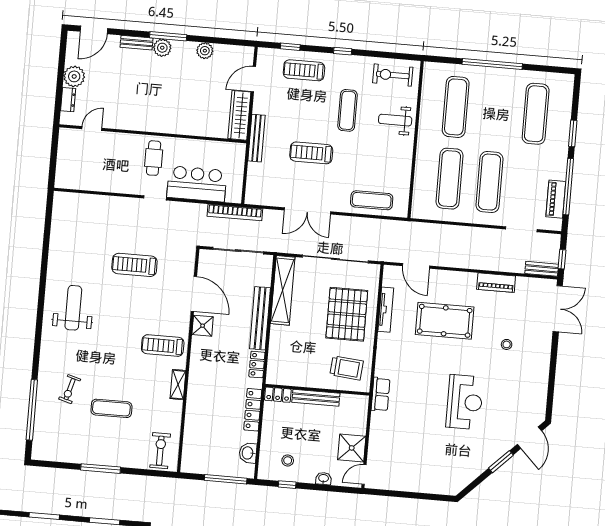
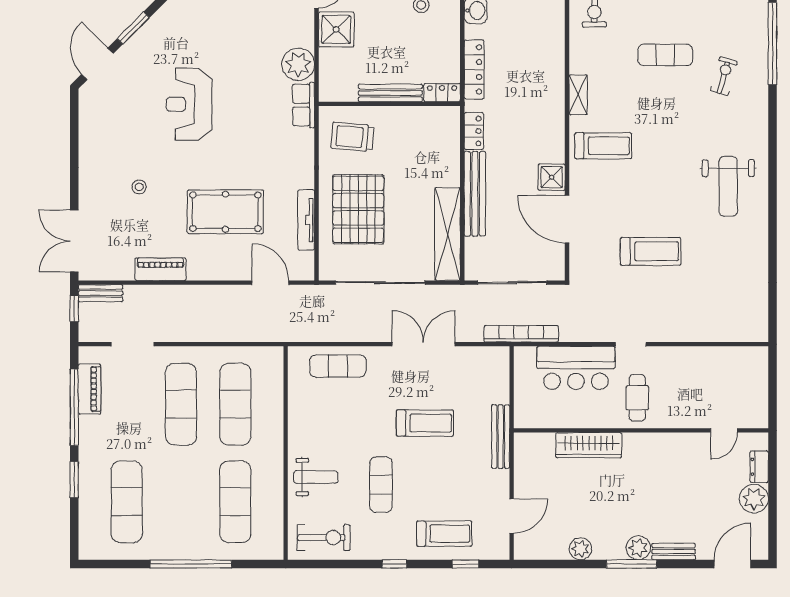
wardrobe: (239, 115) -> (589, 445), moved, turned 90
plant: (382, 425) -> (298, 64), added

